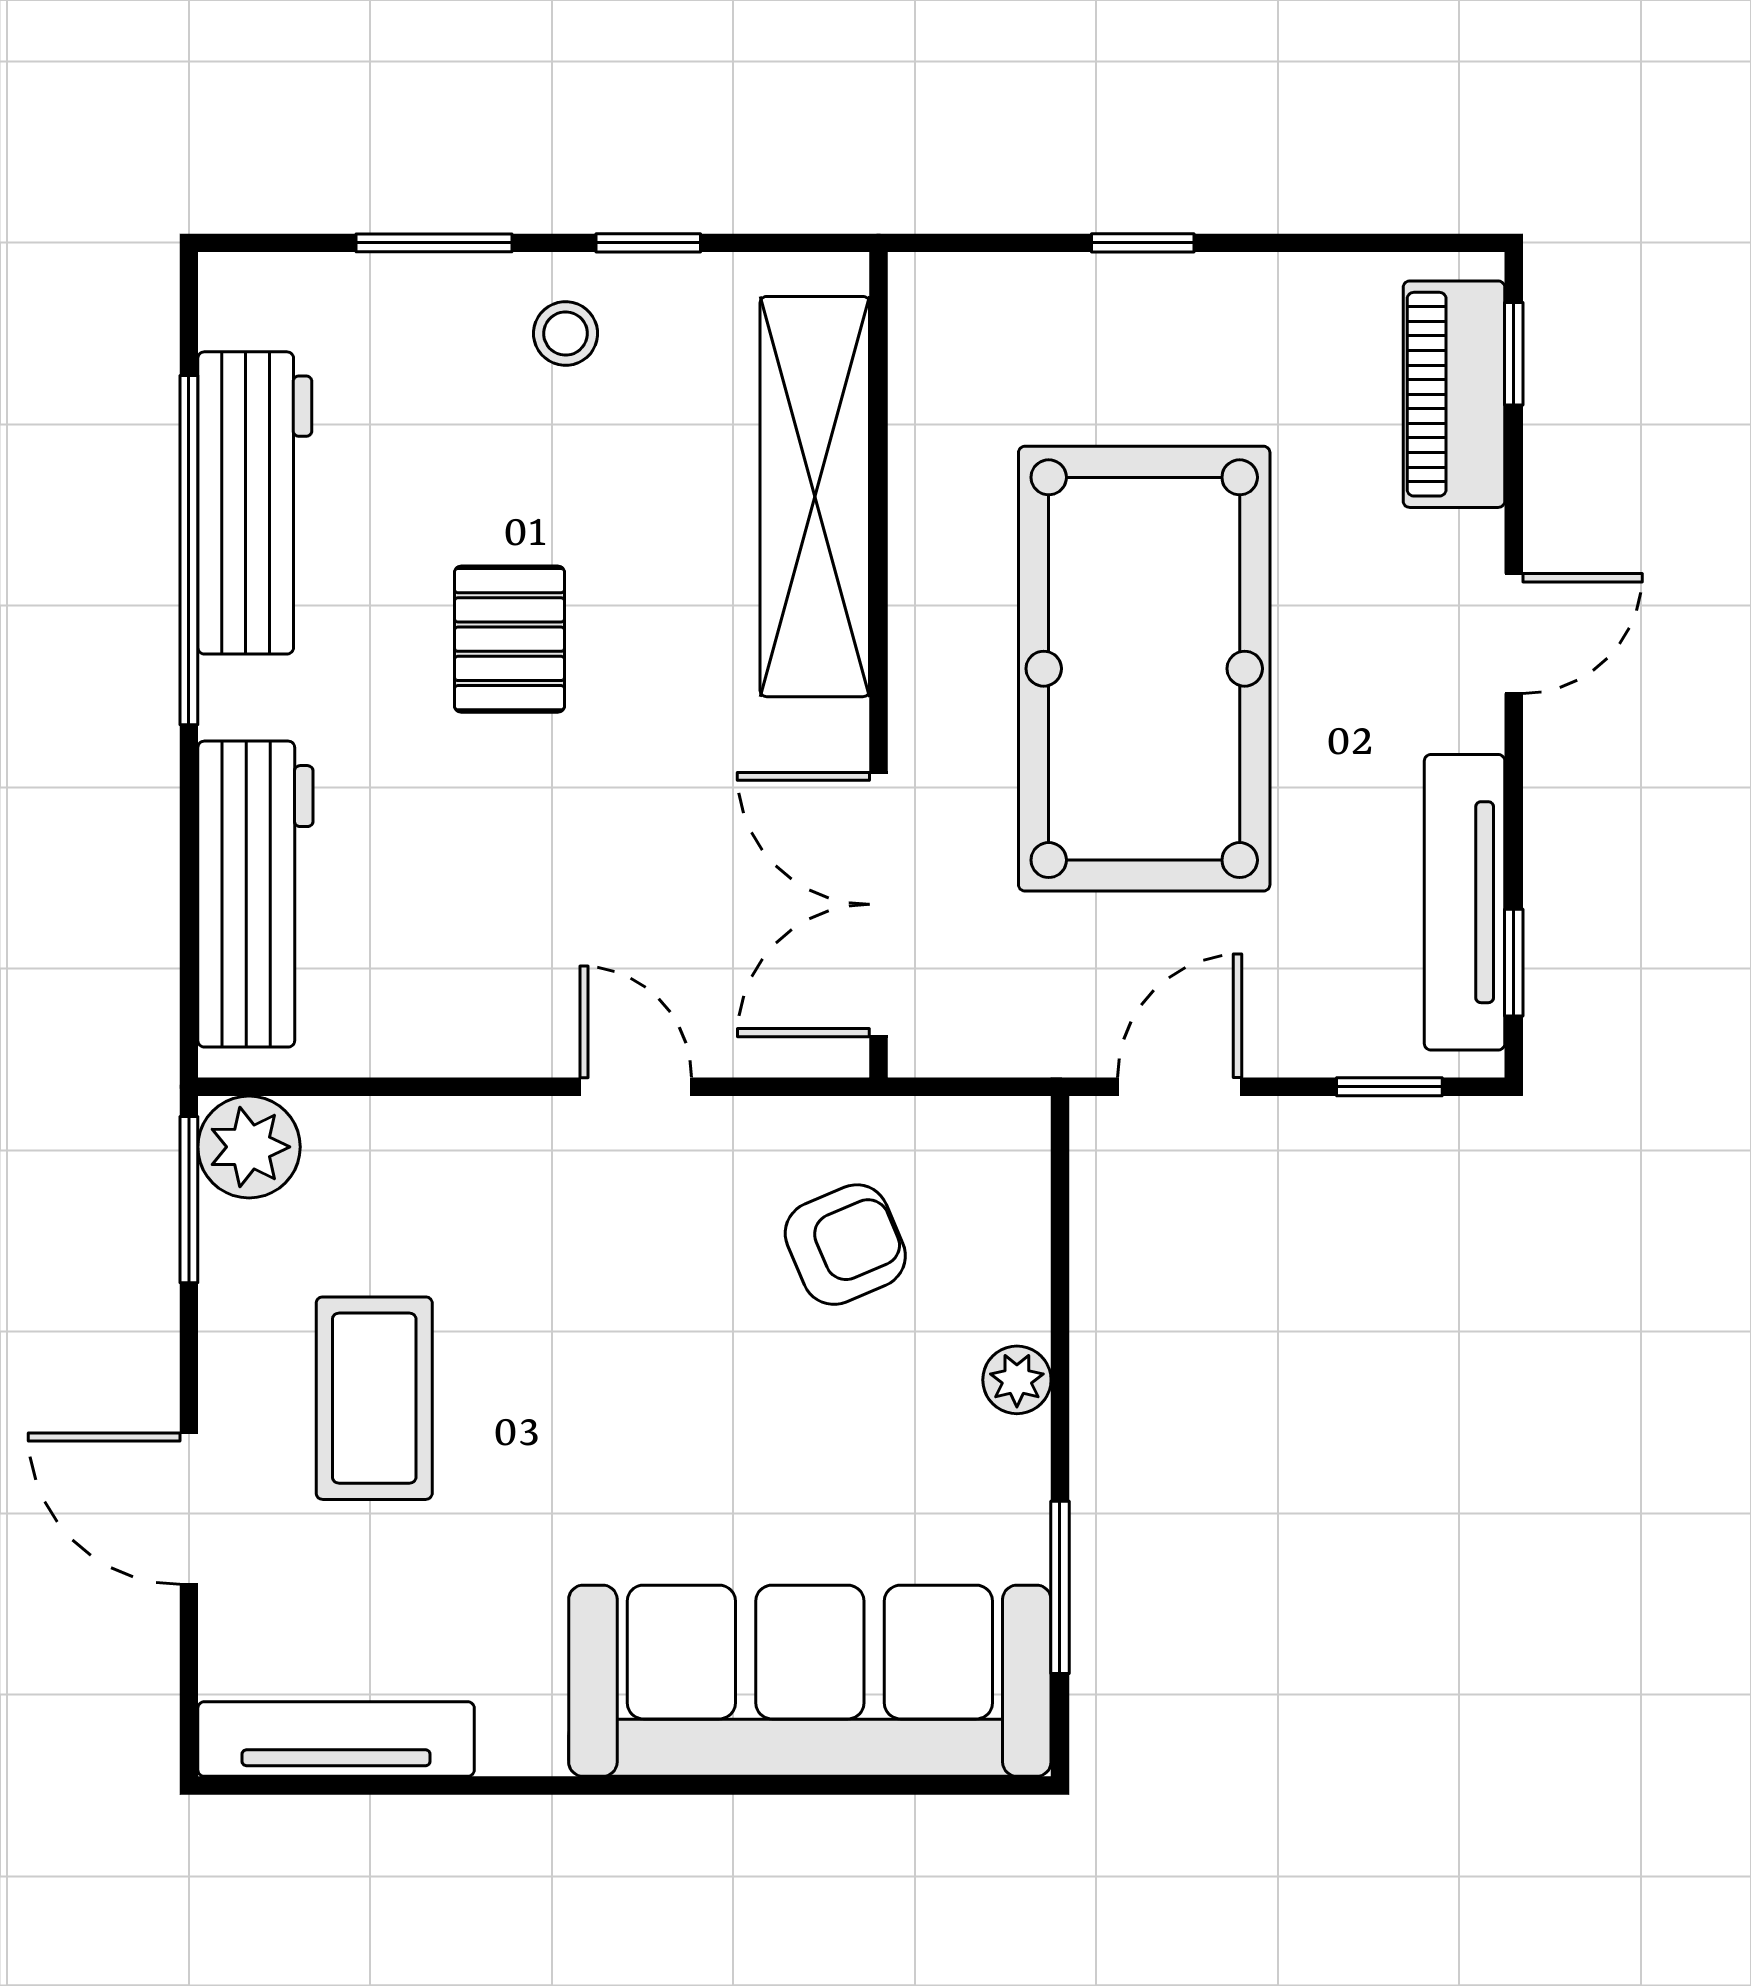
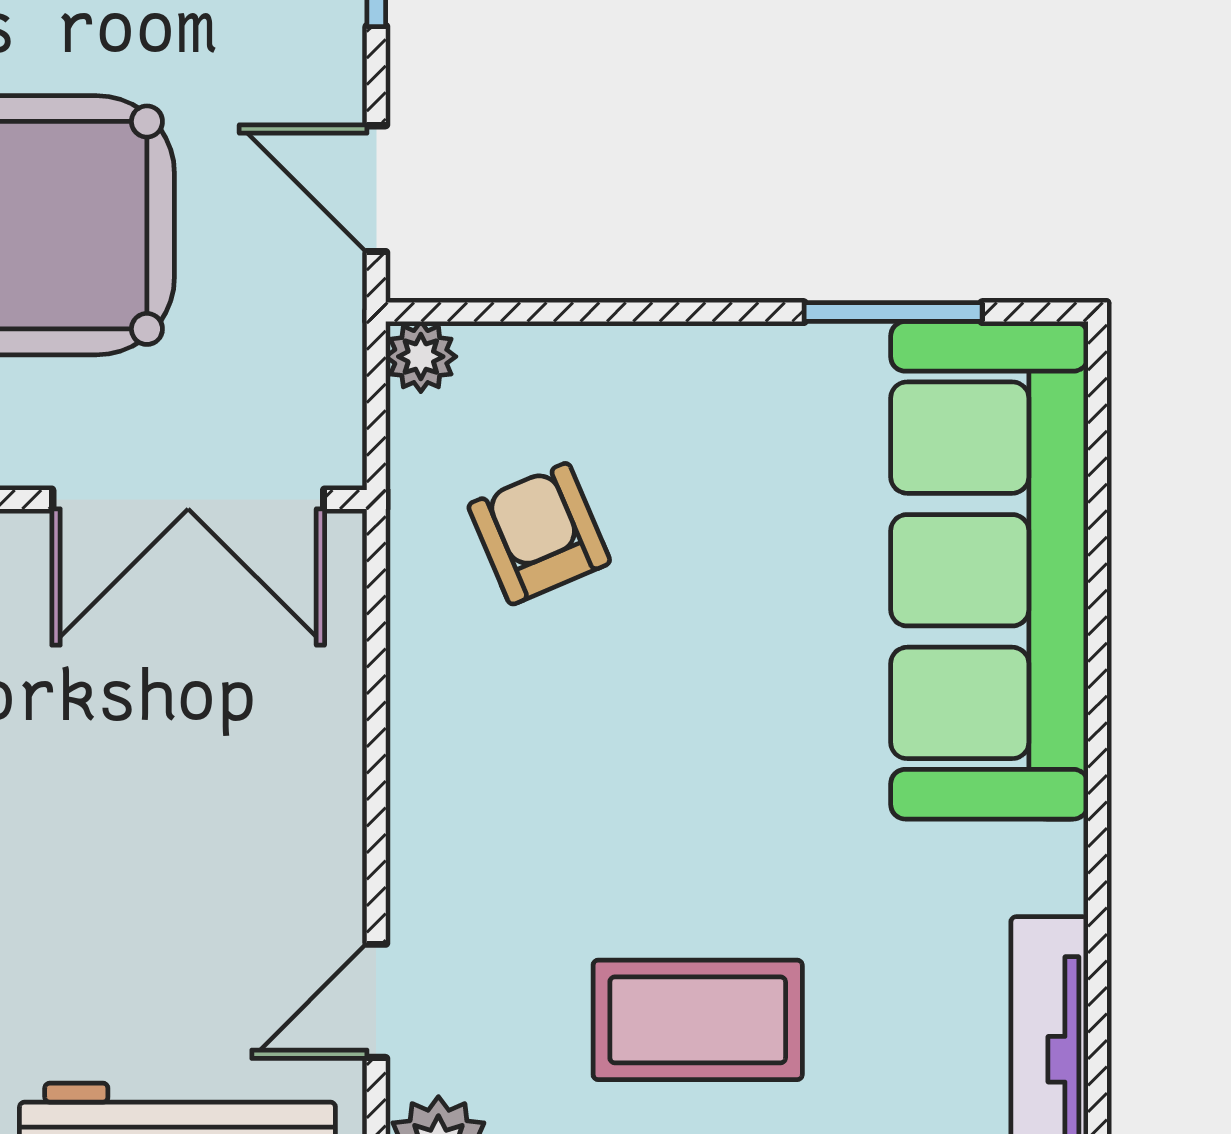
door: (636, 1087) -> (376, 1001), moved
plant: (1017, 1380) -> (421, 357), moved

